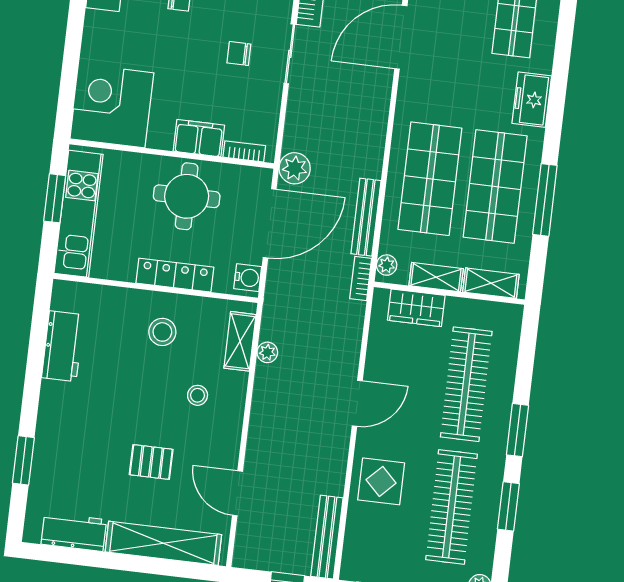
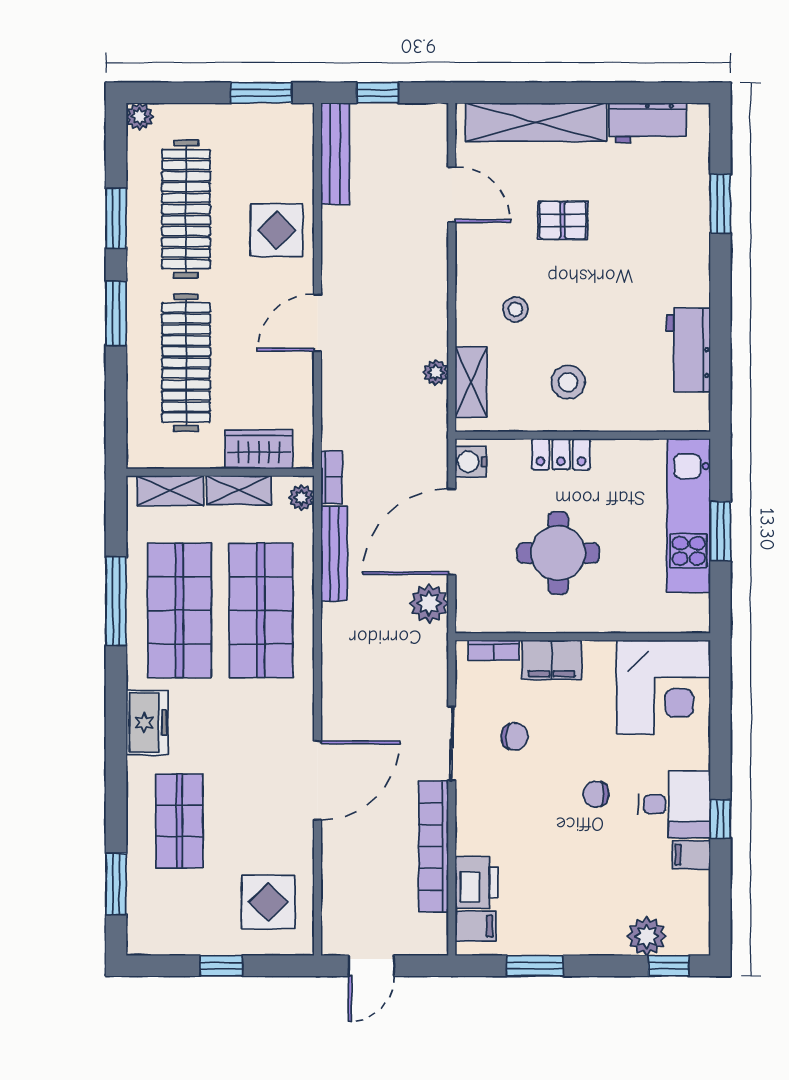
corner desk: (112, 106) -> (663, 687), moved
filing cabinet: (199, 138) -> (552, 660), moved
bookcase: (244, 151) -> (494, 650), moved
wall: (172, 154) -> (583, 637), moved
locker: (175, 275) -> (561, 454), width x0.66

